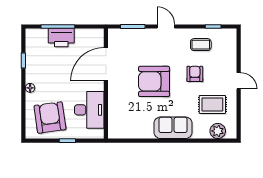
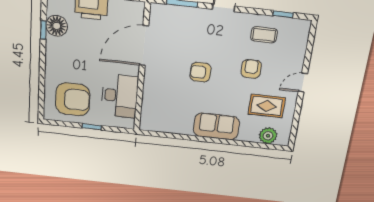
armchair: (154, 81) -> (201, 72), width x0.53, depth x0.53
door: (239, 81) -> (303, 83), swing flipped
floor lamp: (30, 88) -> (57, 26), moved, width x1.89, depth x1.89
armchair: (50, 118) -> (73, 99), turned 98

